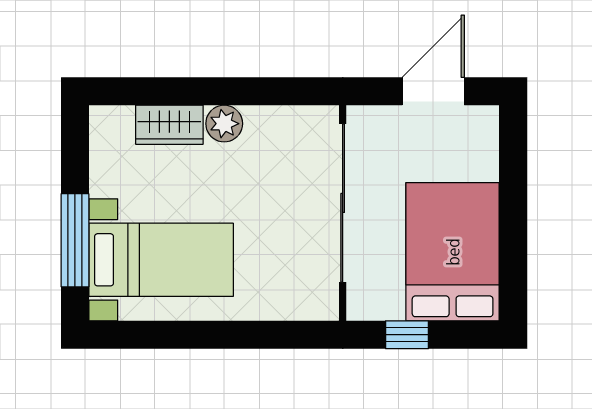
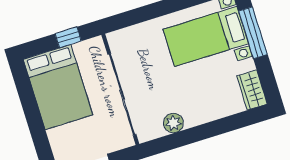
plant: (224, 124) -> (173, 123), moved
wardrobe: (169, 125) -> (252, 90), moved, turned -90

